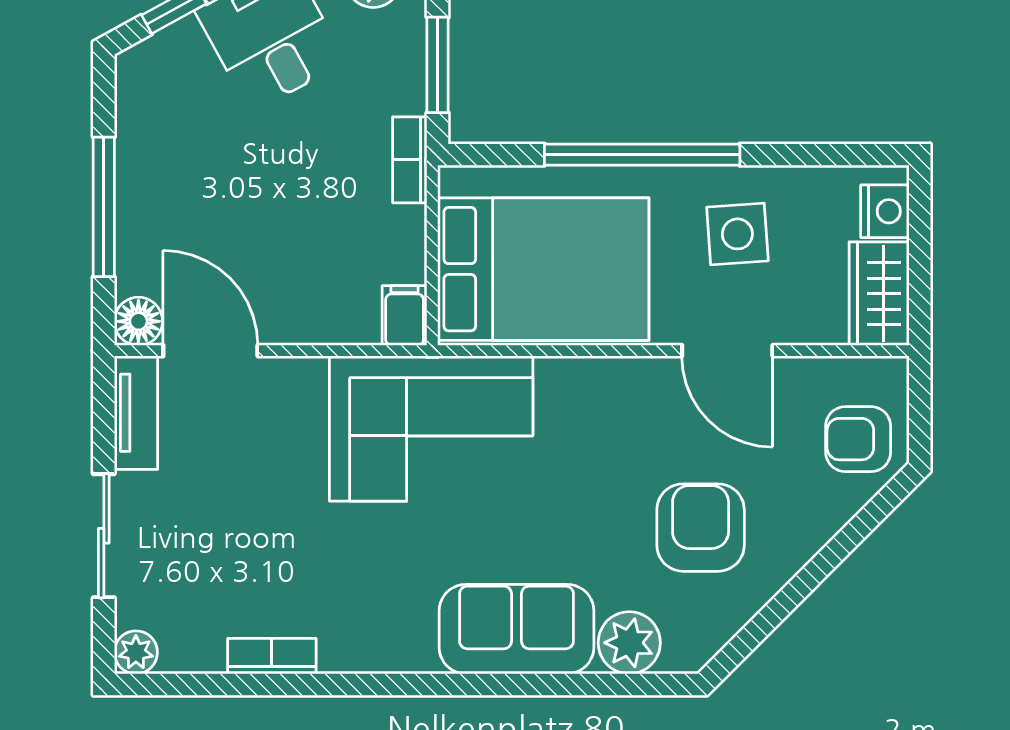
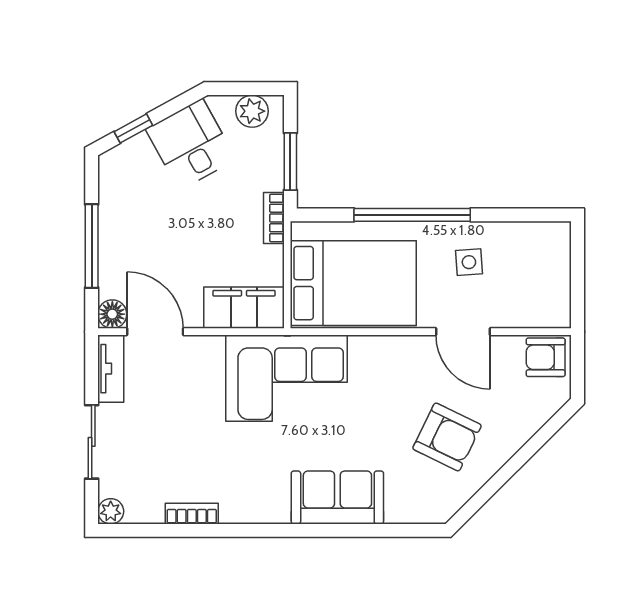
nightstand: (885, 211) -> (557, 249), removed
side table: (737, 234) -> (469, 262), width x0.73, depth x0.73
wardrobe: (879, 294) -> (553, 298), removed
filing cabinet: (405, 315) -> (244, 308), width x3.00, depth x1.17
armchair: (858, 439) -> (546, 357), moved
armchair: (701, 528) -> (447, 437), turned 116
plant: (629, 643) -> (405, 506), removed

